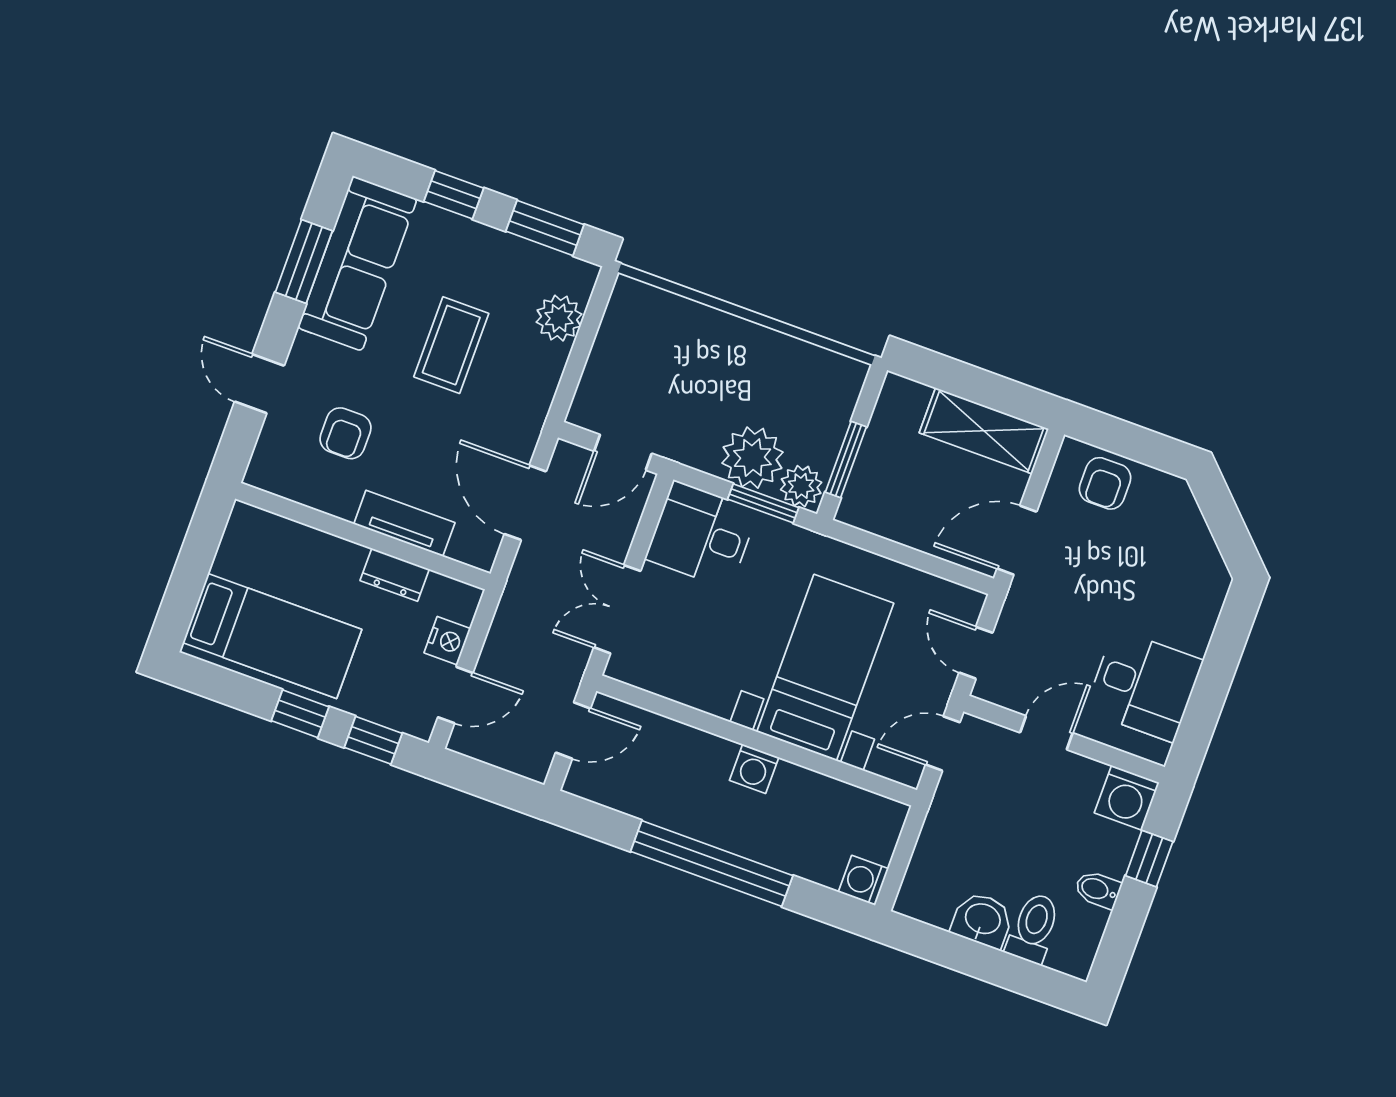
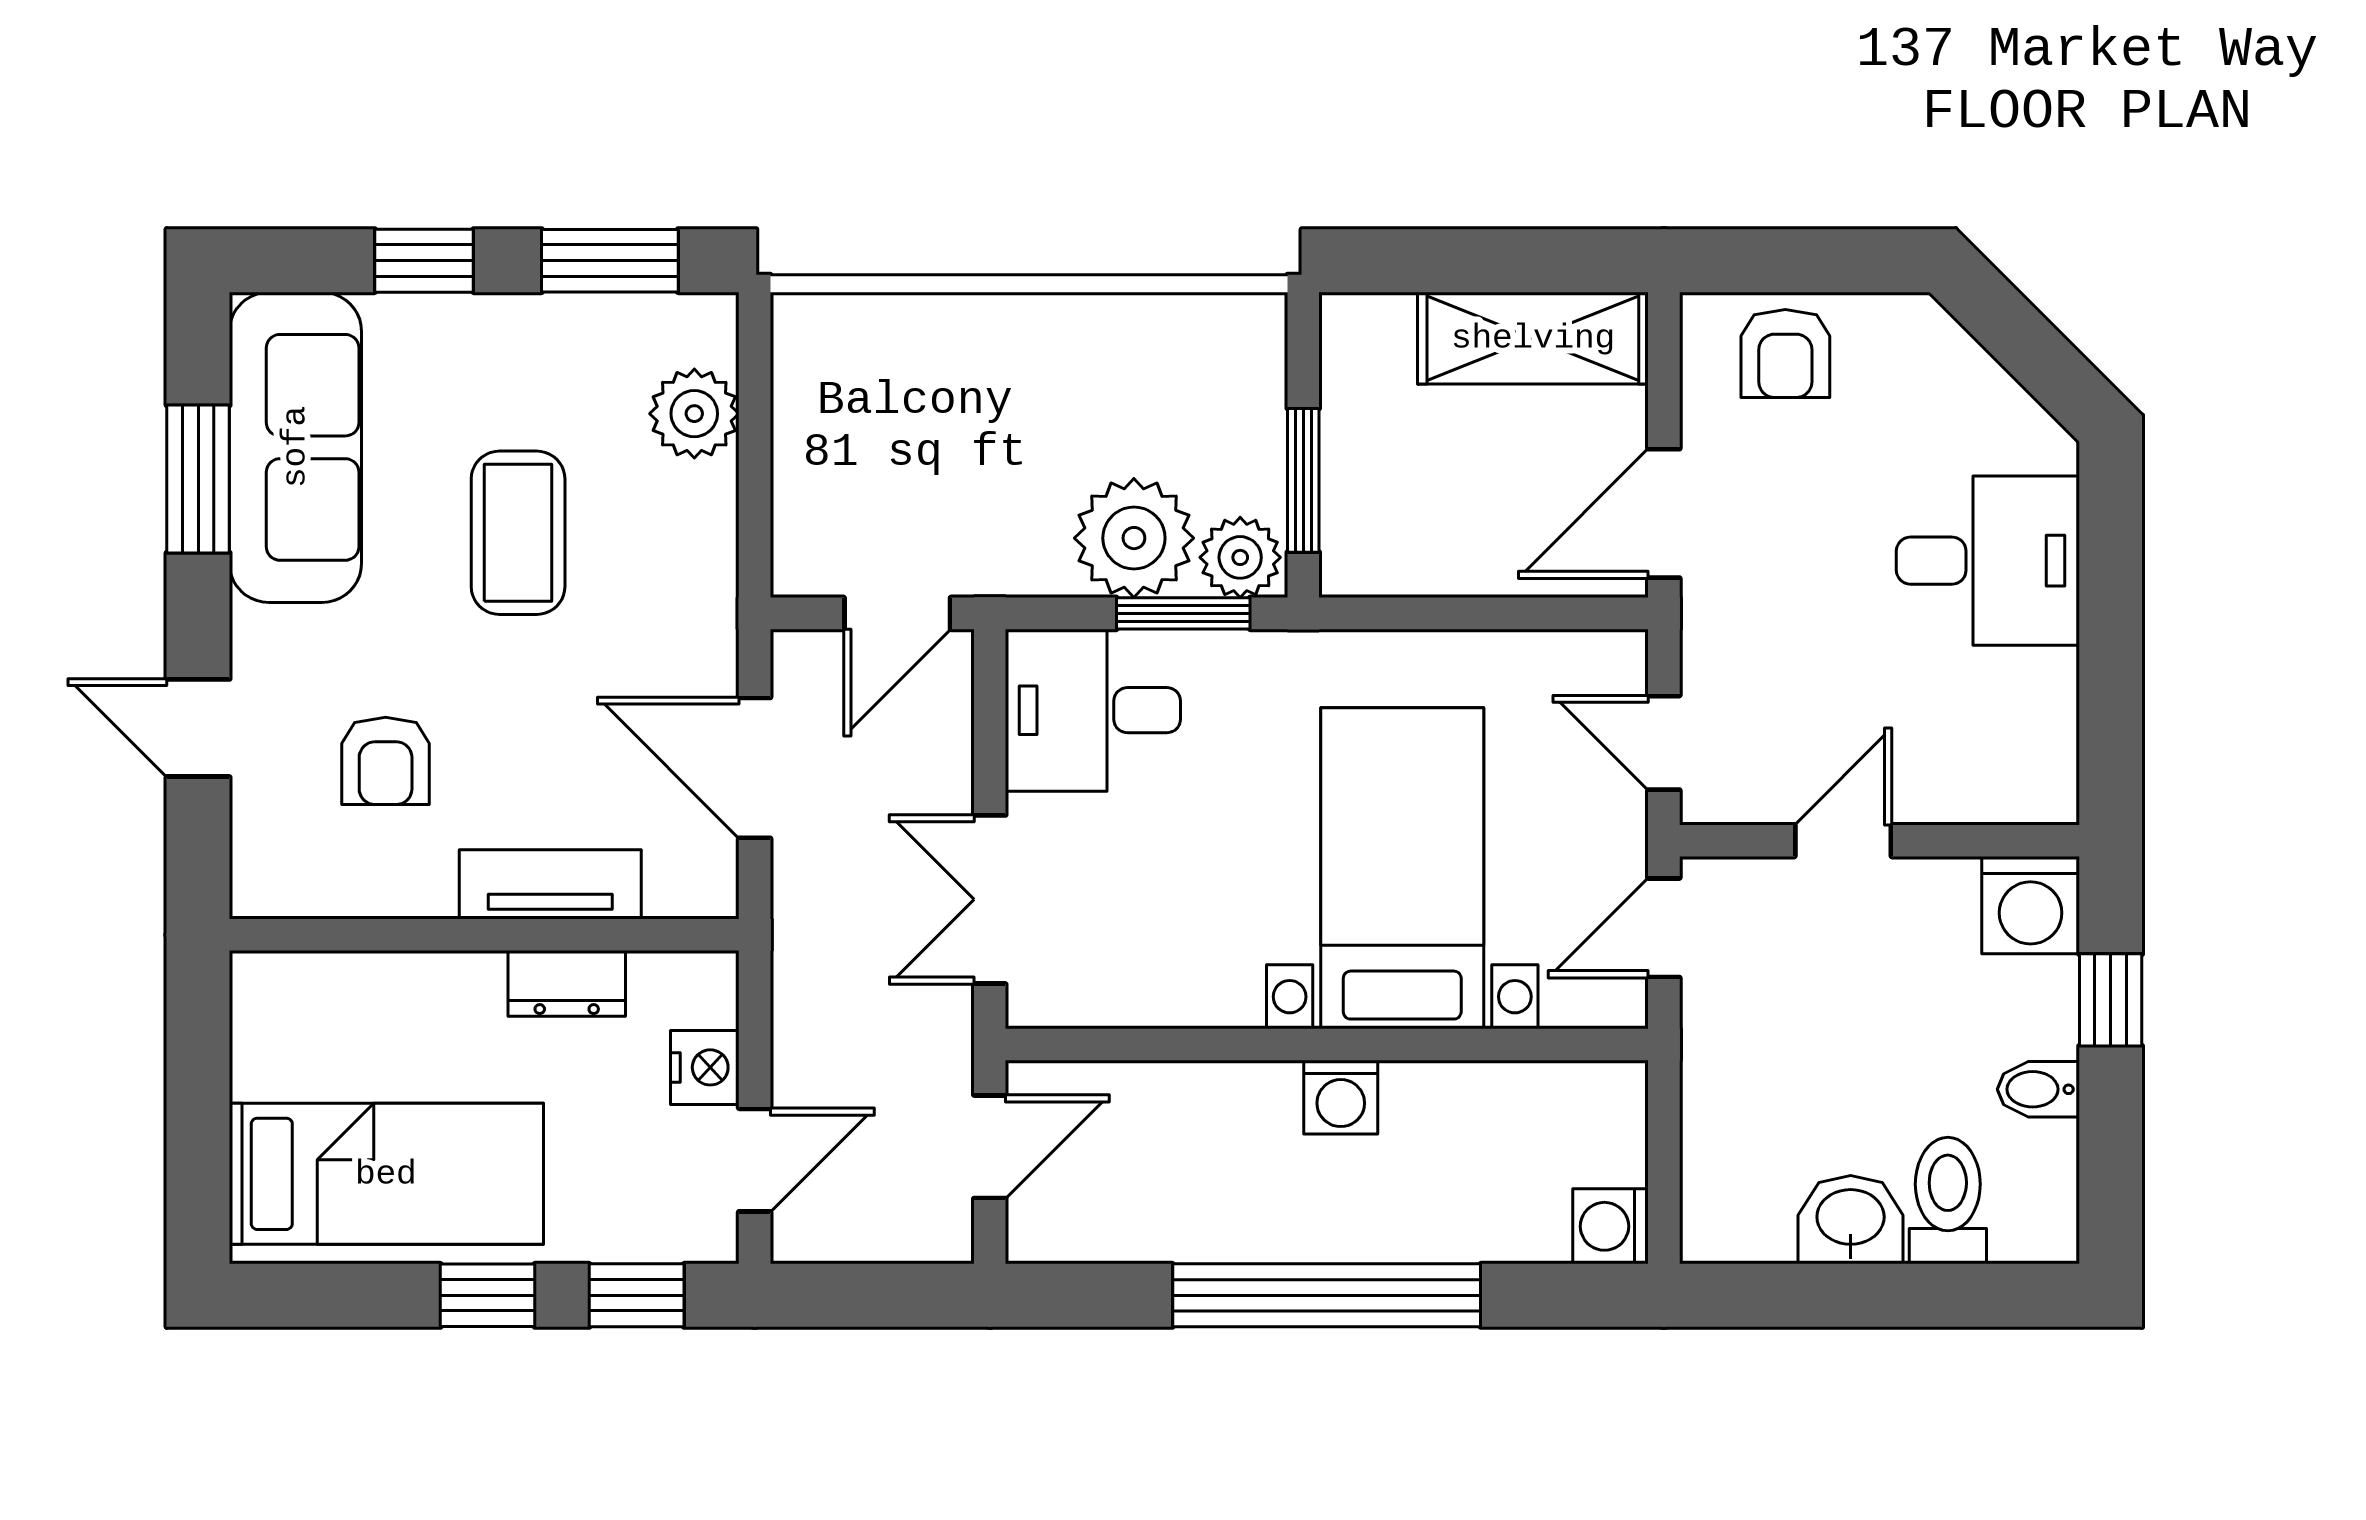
desk: (1144, 685) -> (1988, 561), moved

